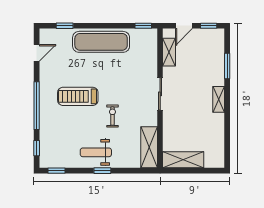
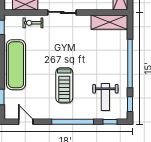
exercise bike: (112, 116) -> (33, 23), moved
weight bench: (96, 152) -> (105, 97), moved
window: (102, 171) -> (130, 64), width x3.17

